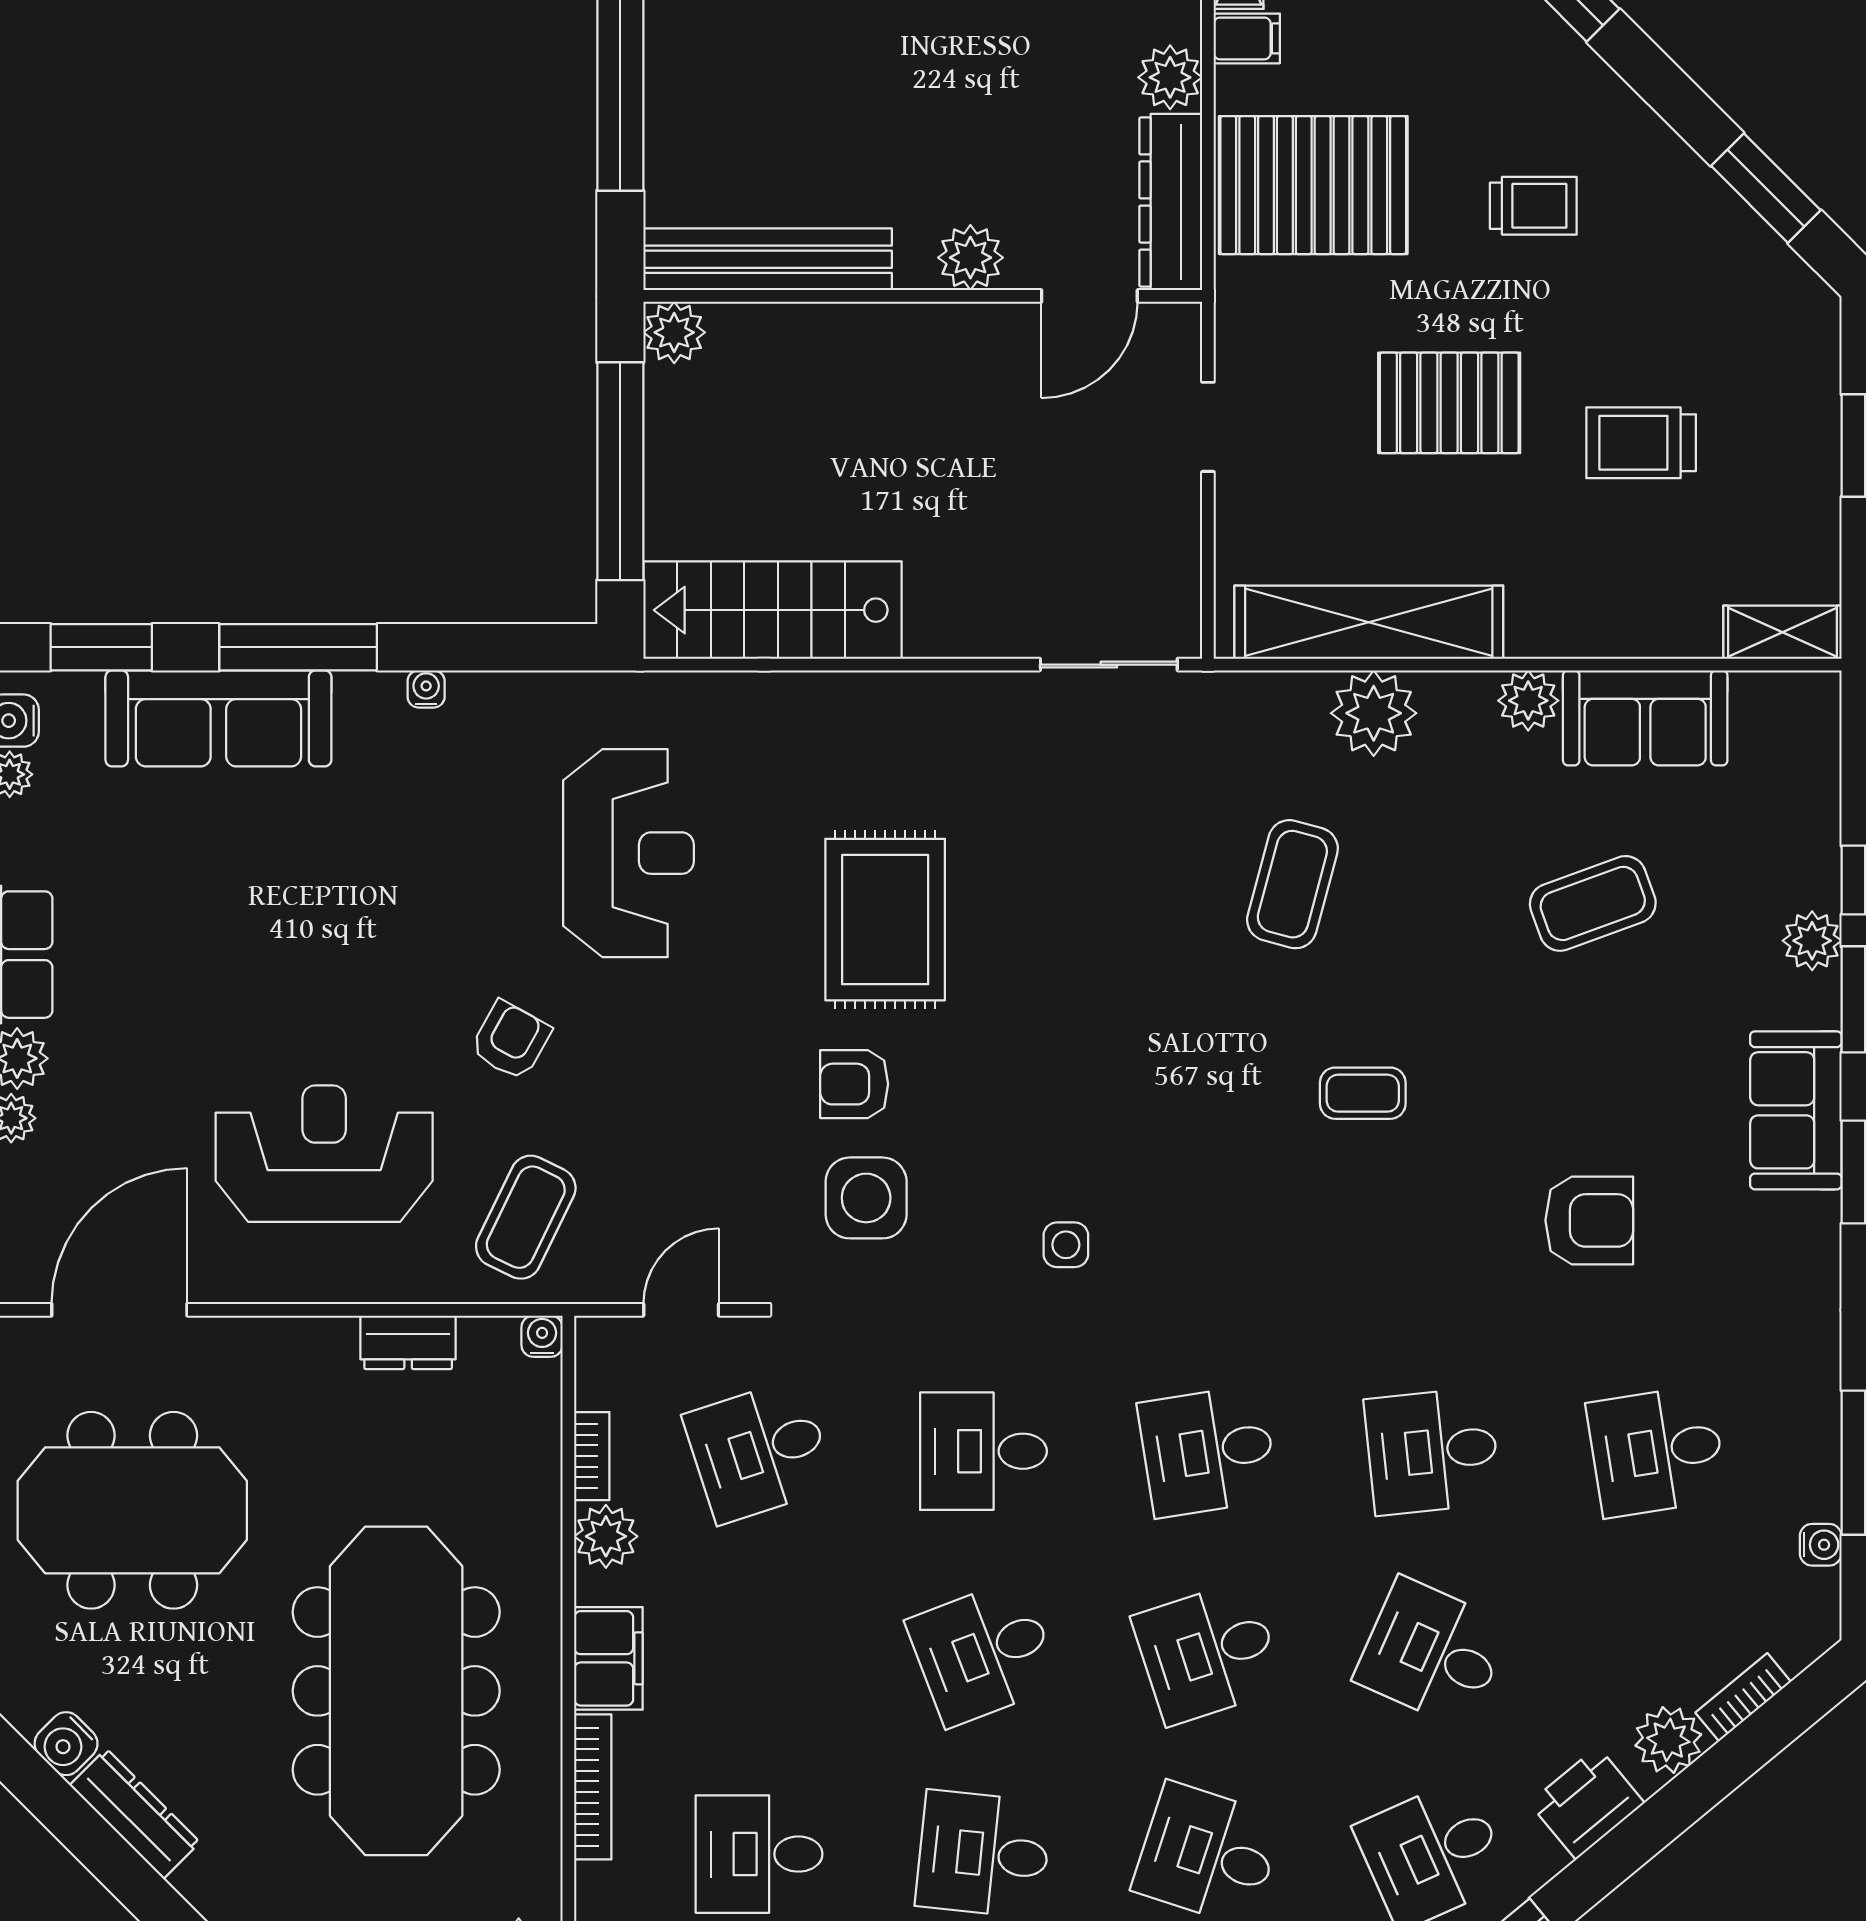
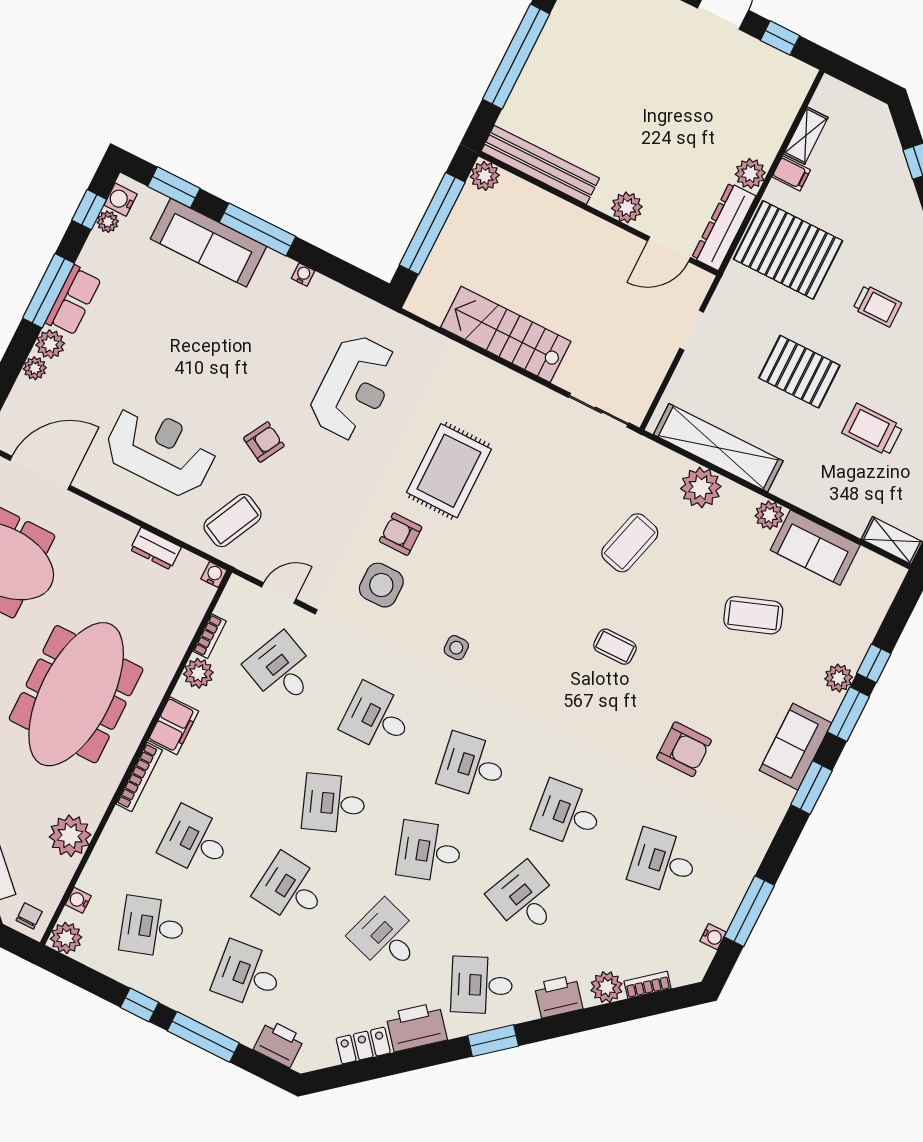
stairs: (773, 610) -> (506, 334), moved
desk: (759, 1451) -> (282, 670), turned 42

